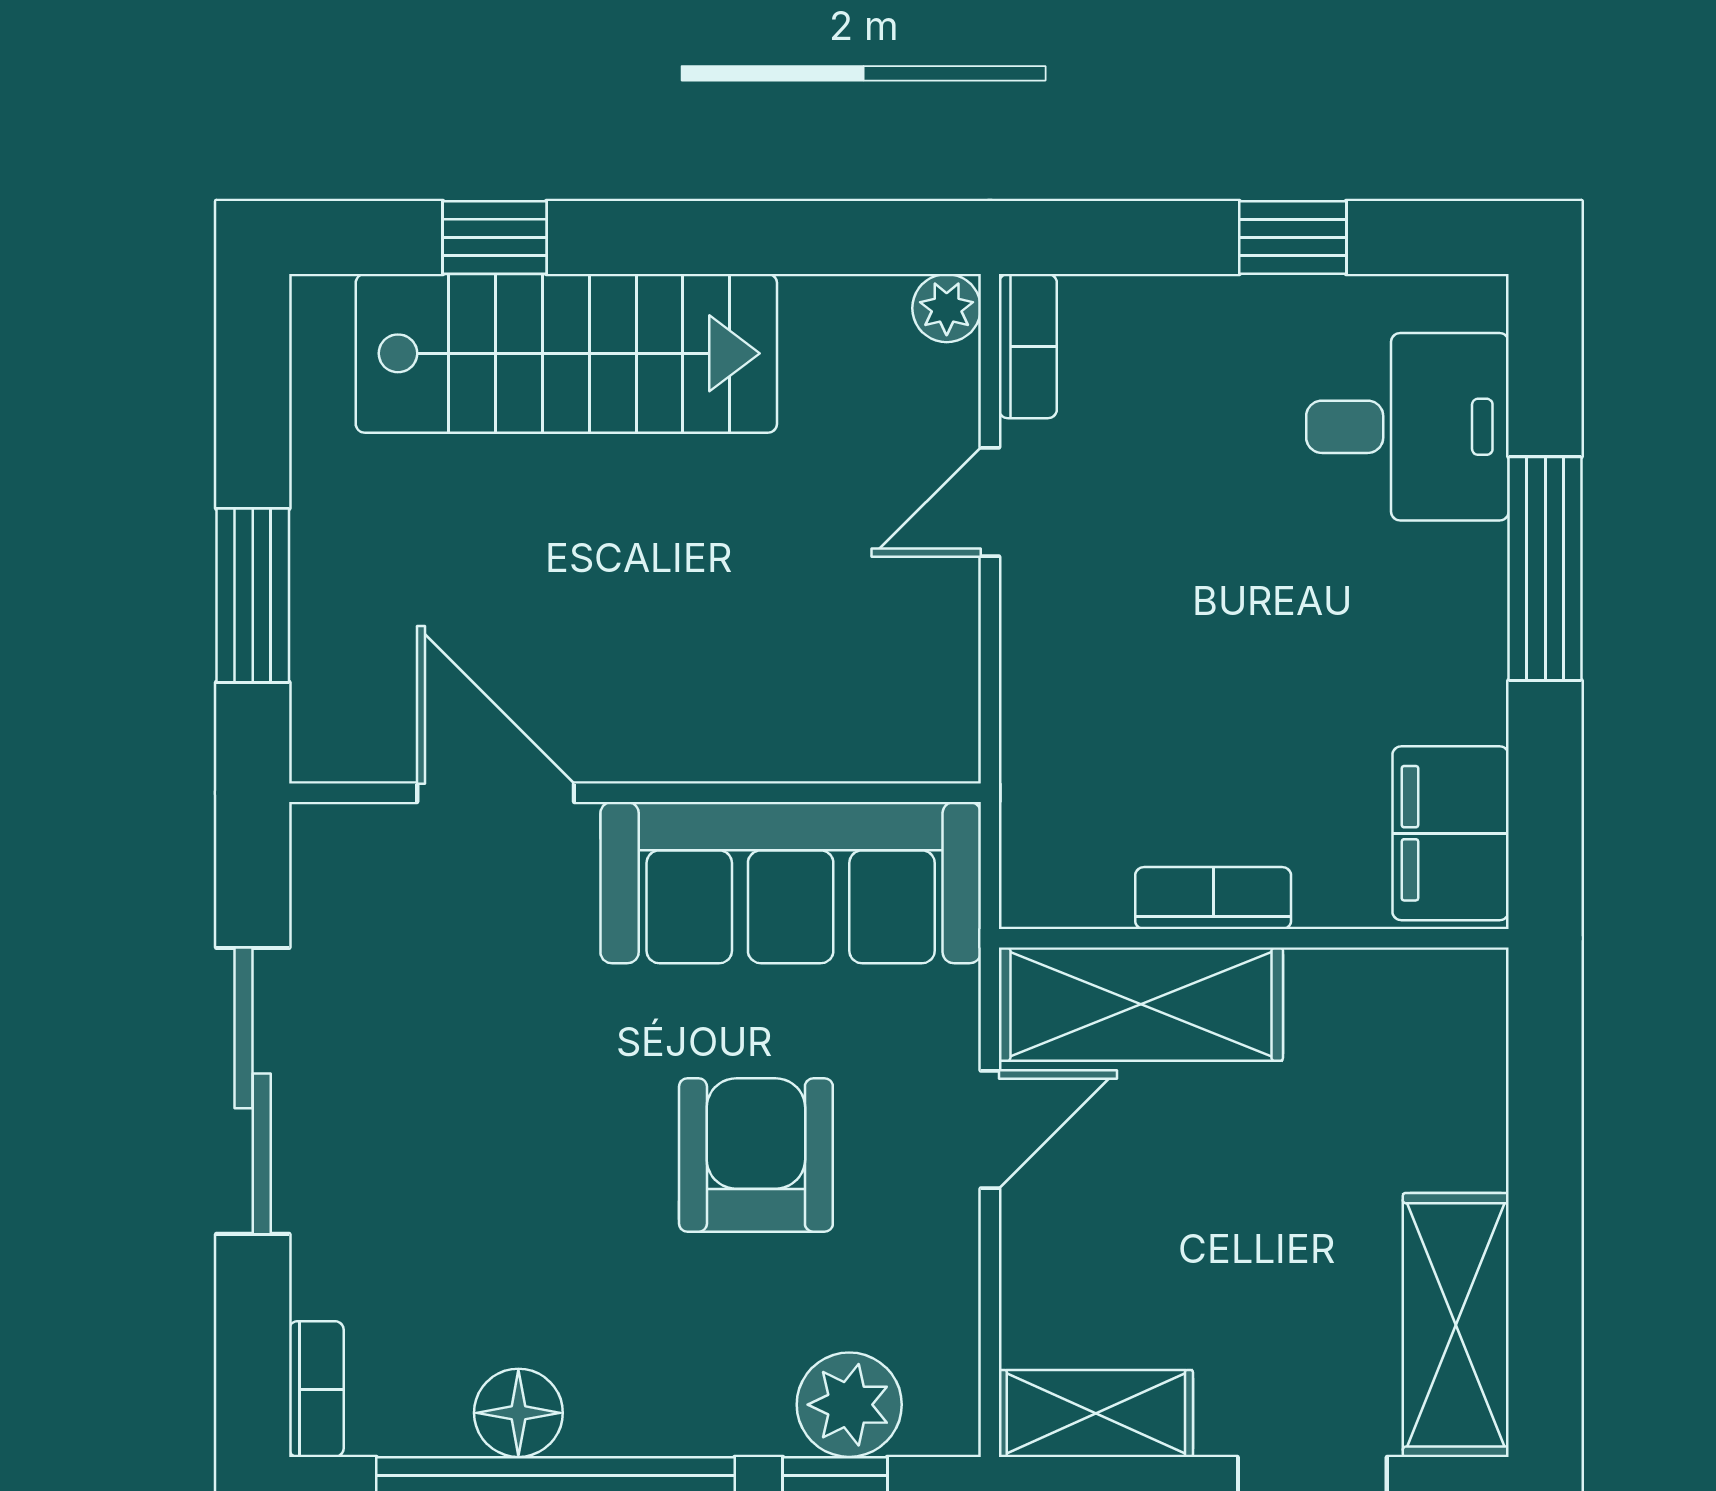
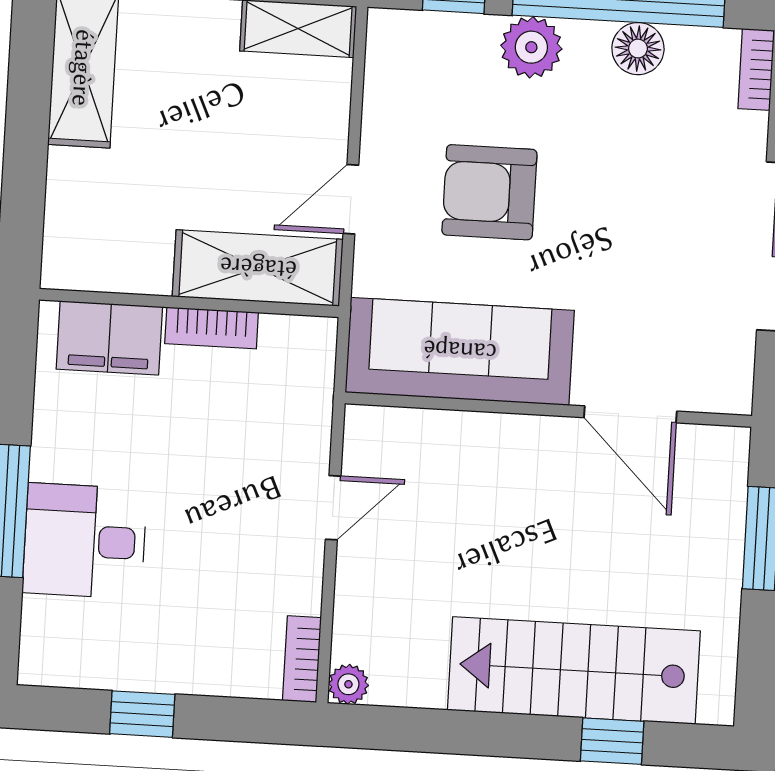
desk: (1407, 427) -> (85, 541), moved
door: (990, 502) -> (333, 508), moved
filing cabinet: (1451, 833) -> (109, 338), moved, turned 90
armchair: (756, 1155) -> (489, 192), turned 90
plant: (849, 1405) -> (531, 47), moved

